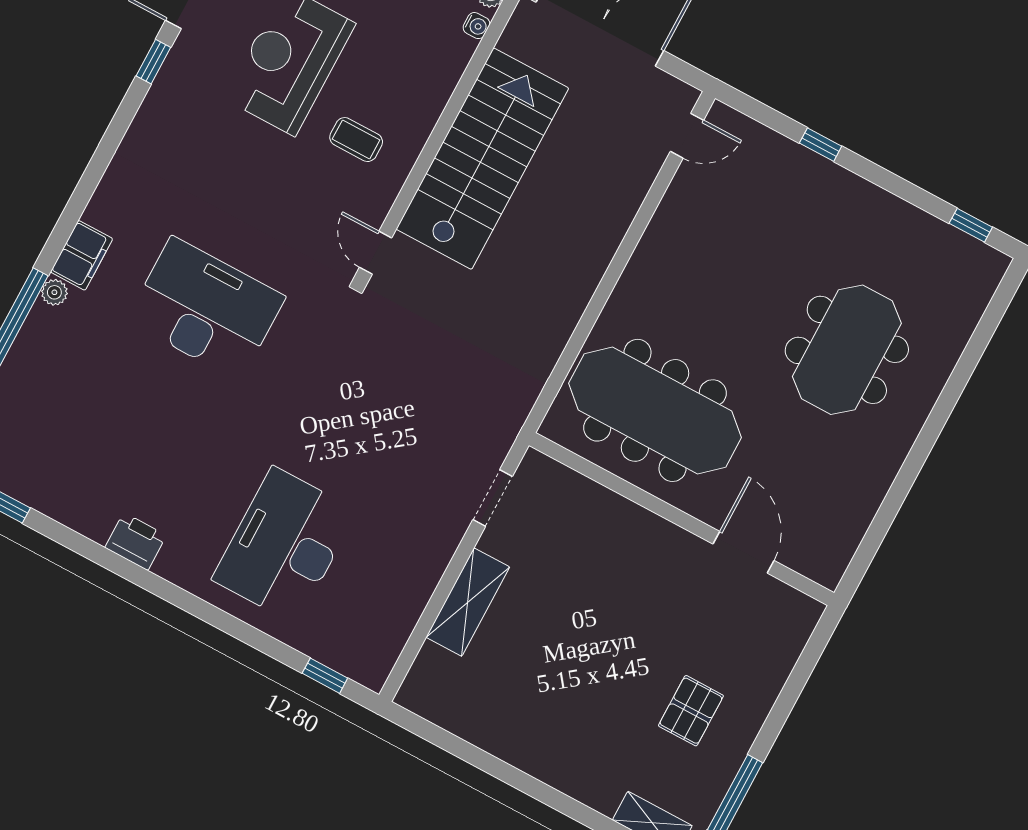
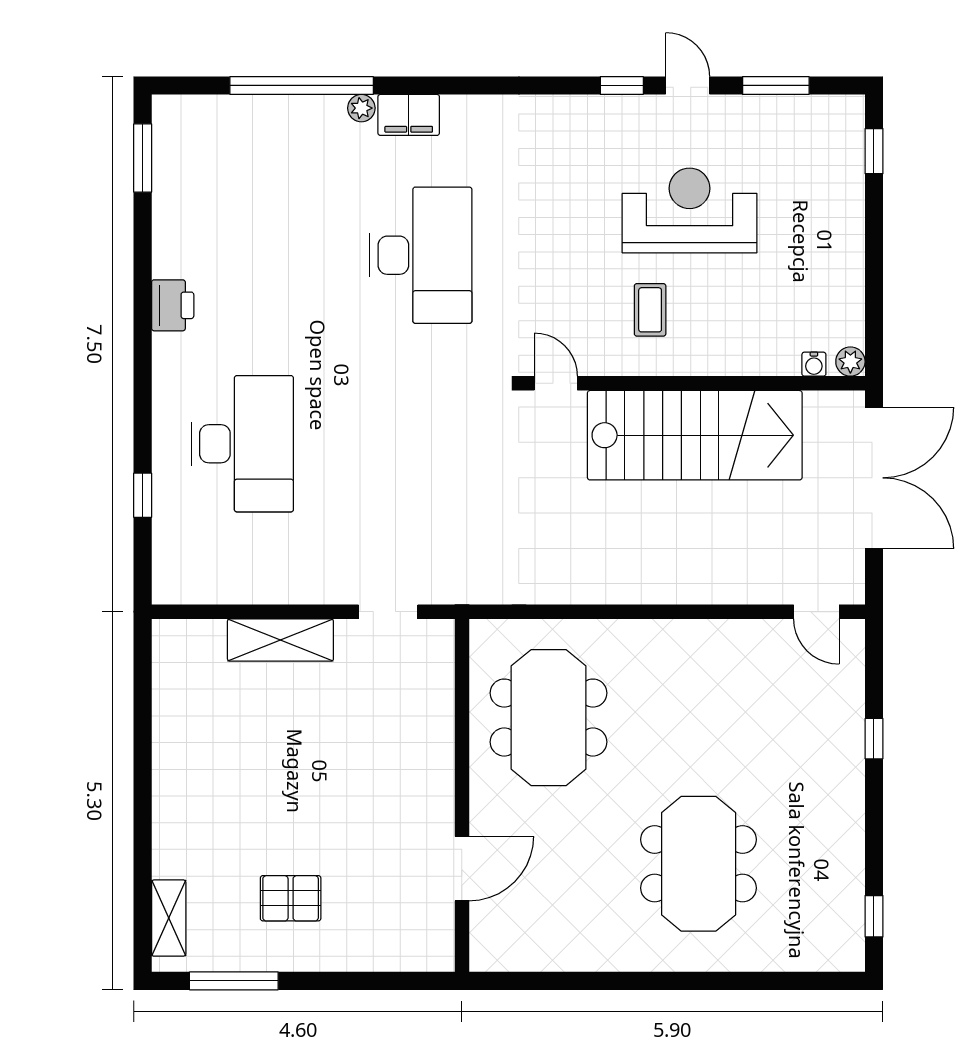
door: (376, 253) -> (556, 383), hinge flipped
meeting table: (847, 350) -> (699, 864), turned 90
meeting table: (655, 410) -> (549, 718), width x0.73
desk: (284, 545) -> (242, 444), turned 90
window: (325, 676) -> (143, 495), moved

